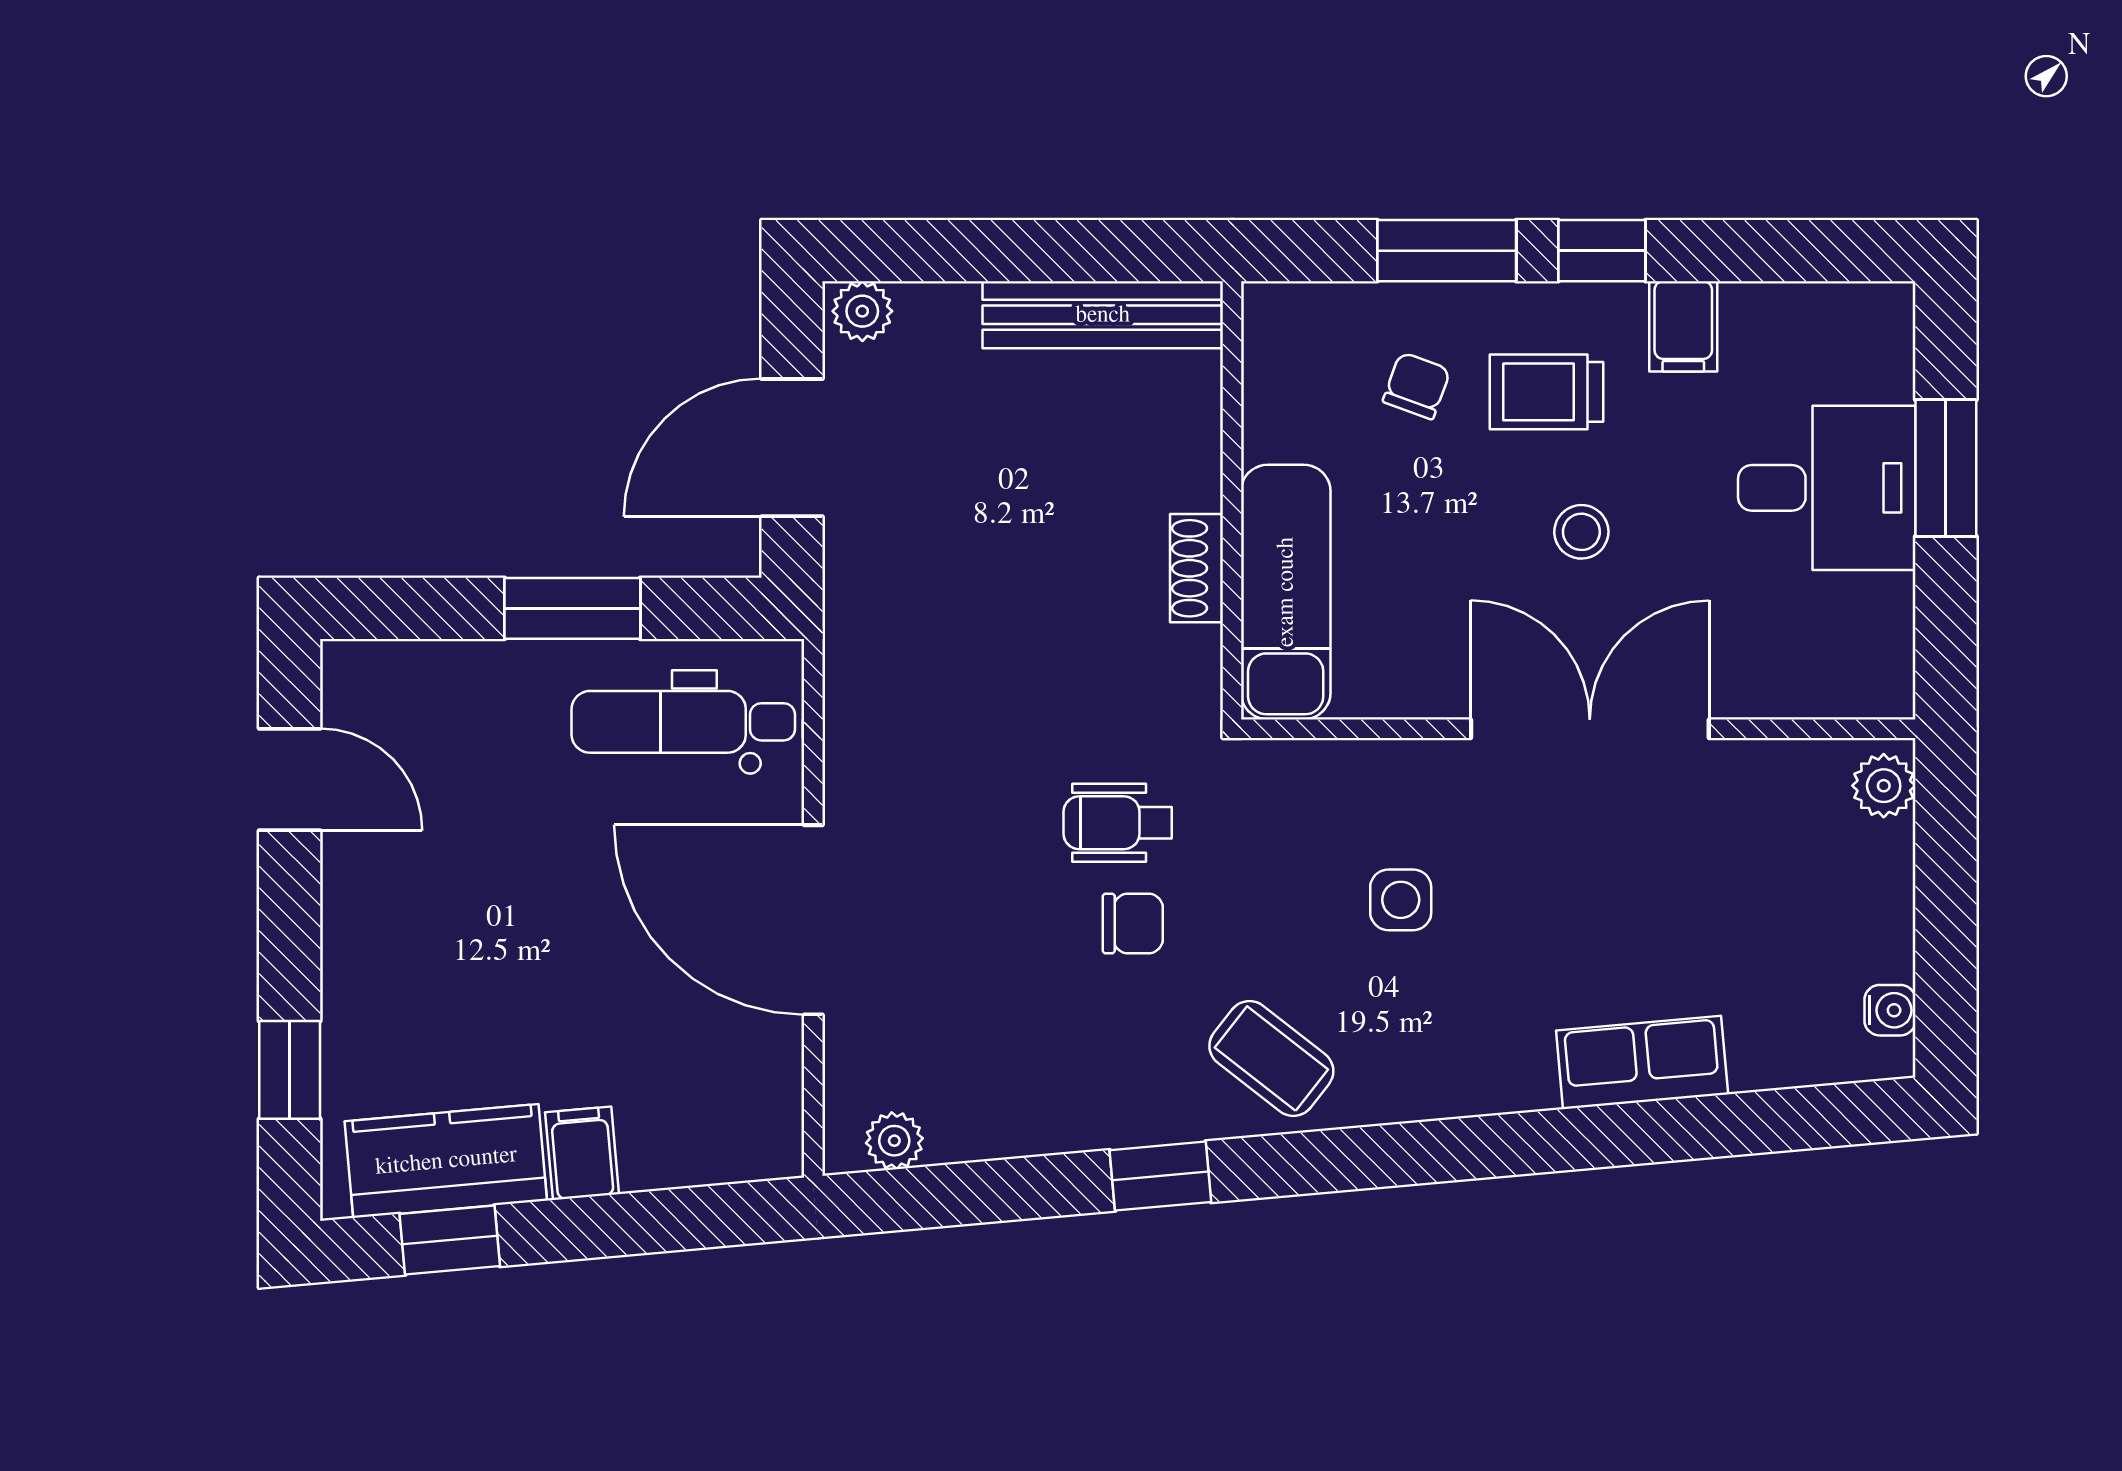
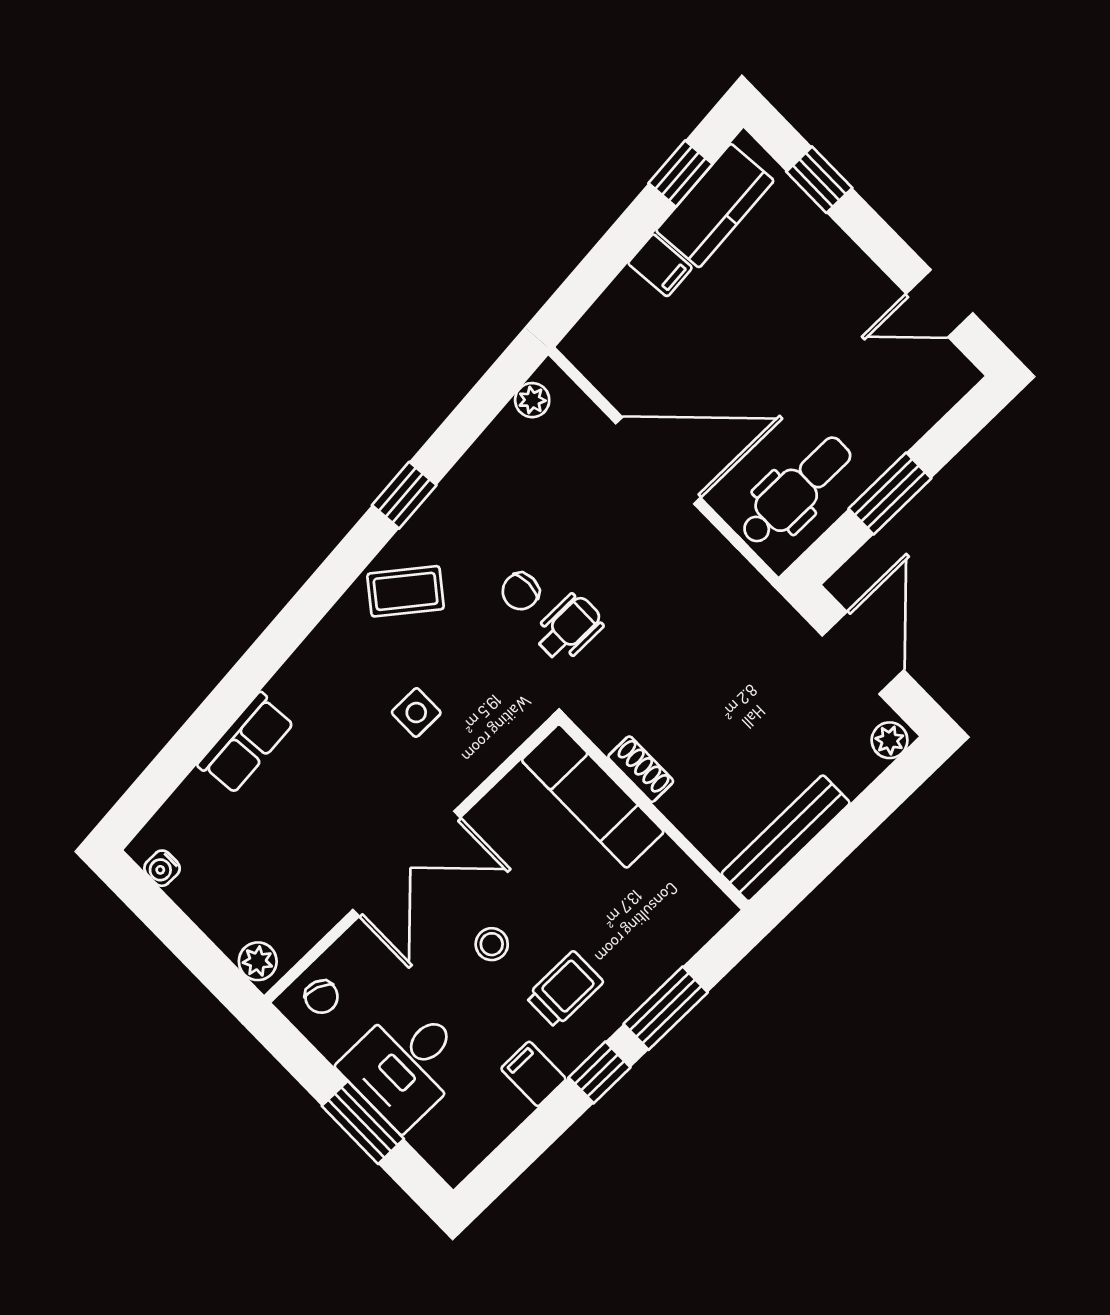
chair: (1417, 386) -> (321, 997), moved

